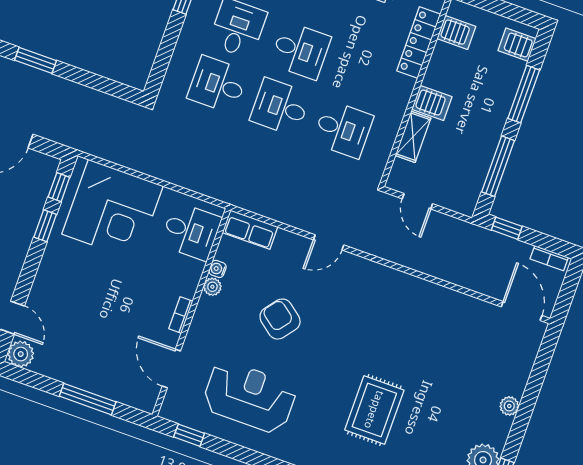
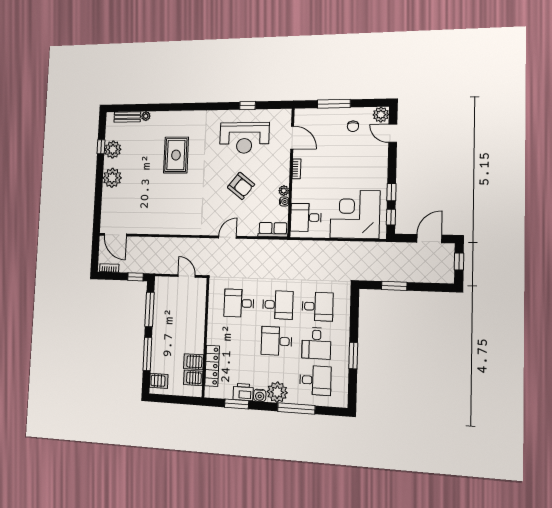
window: (35, 60) -> (394, 286), moved
server rack: (432, 103) -> (194, 362), moved
shelving: (413, 137) -> (199, 311), removed
chair: (70, 351) -> (353, 126), added
plant: (509, 406) -> (112, 178), width x1.87, depth x1.87
window: (189, 435) -> (248, 106), moved

